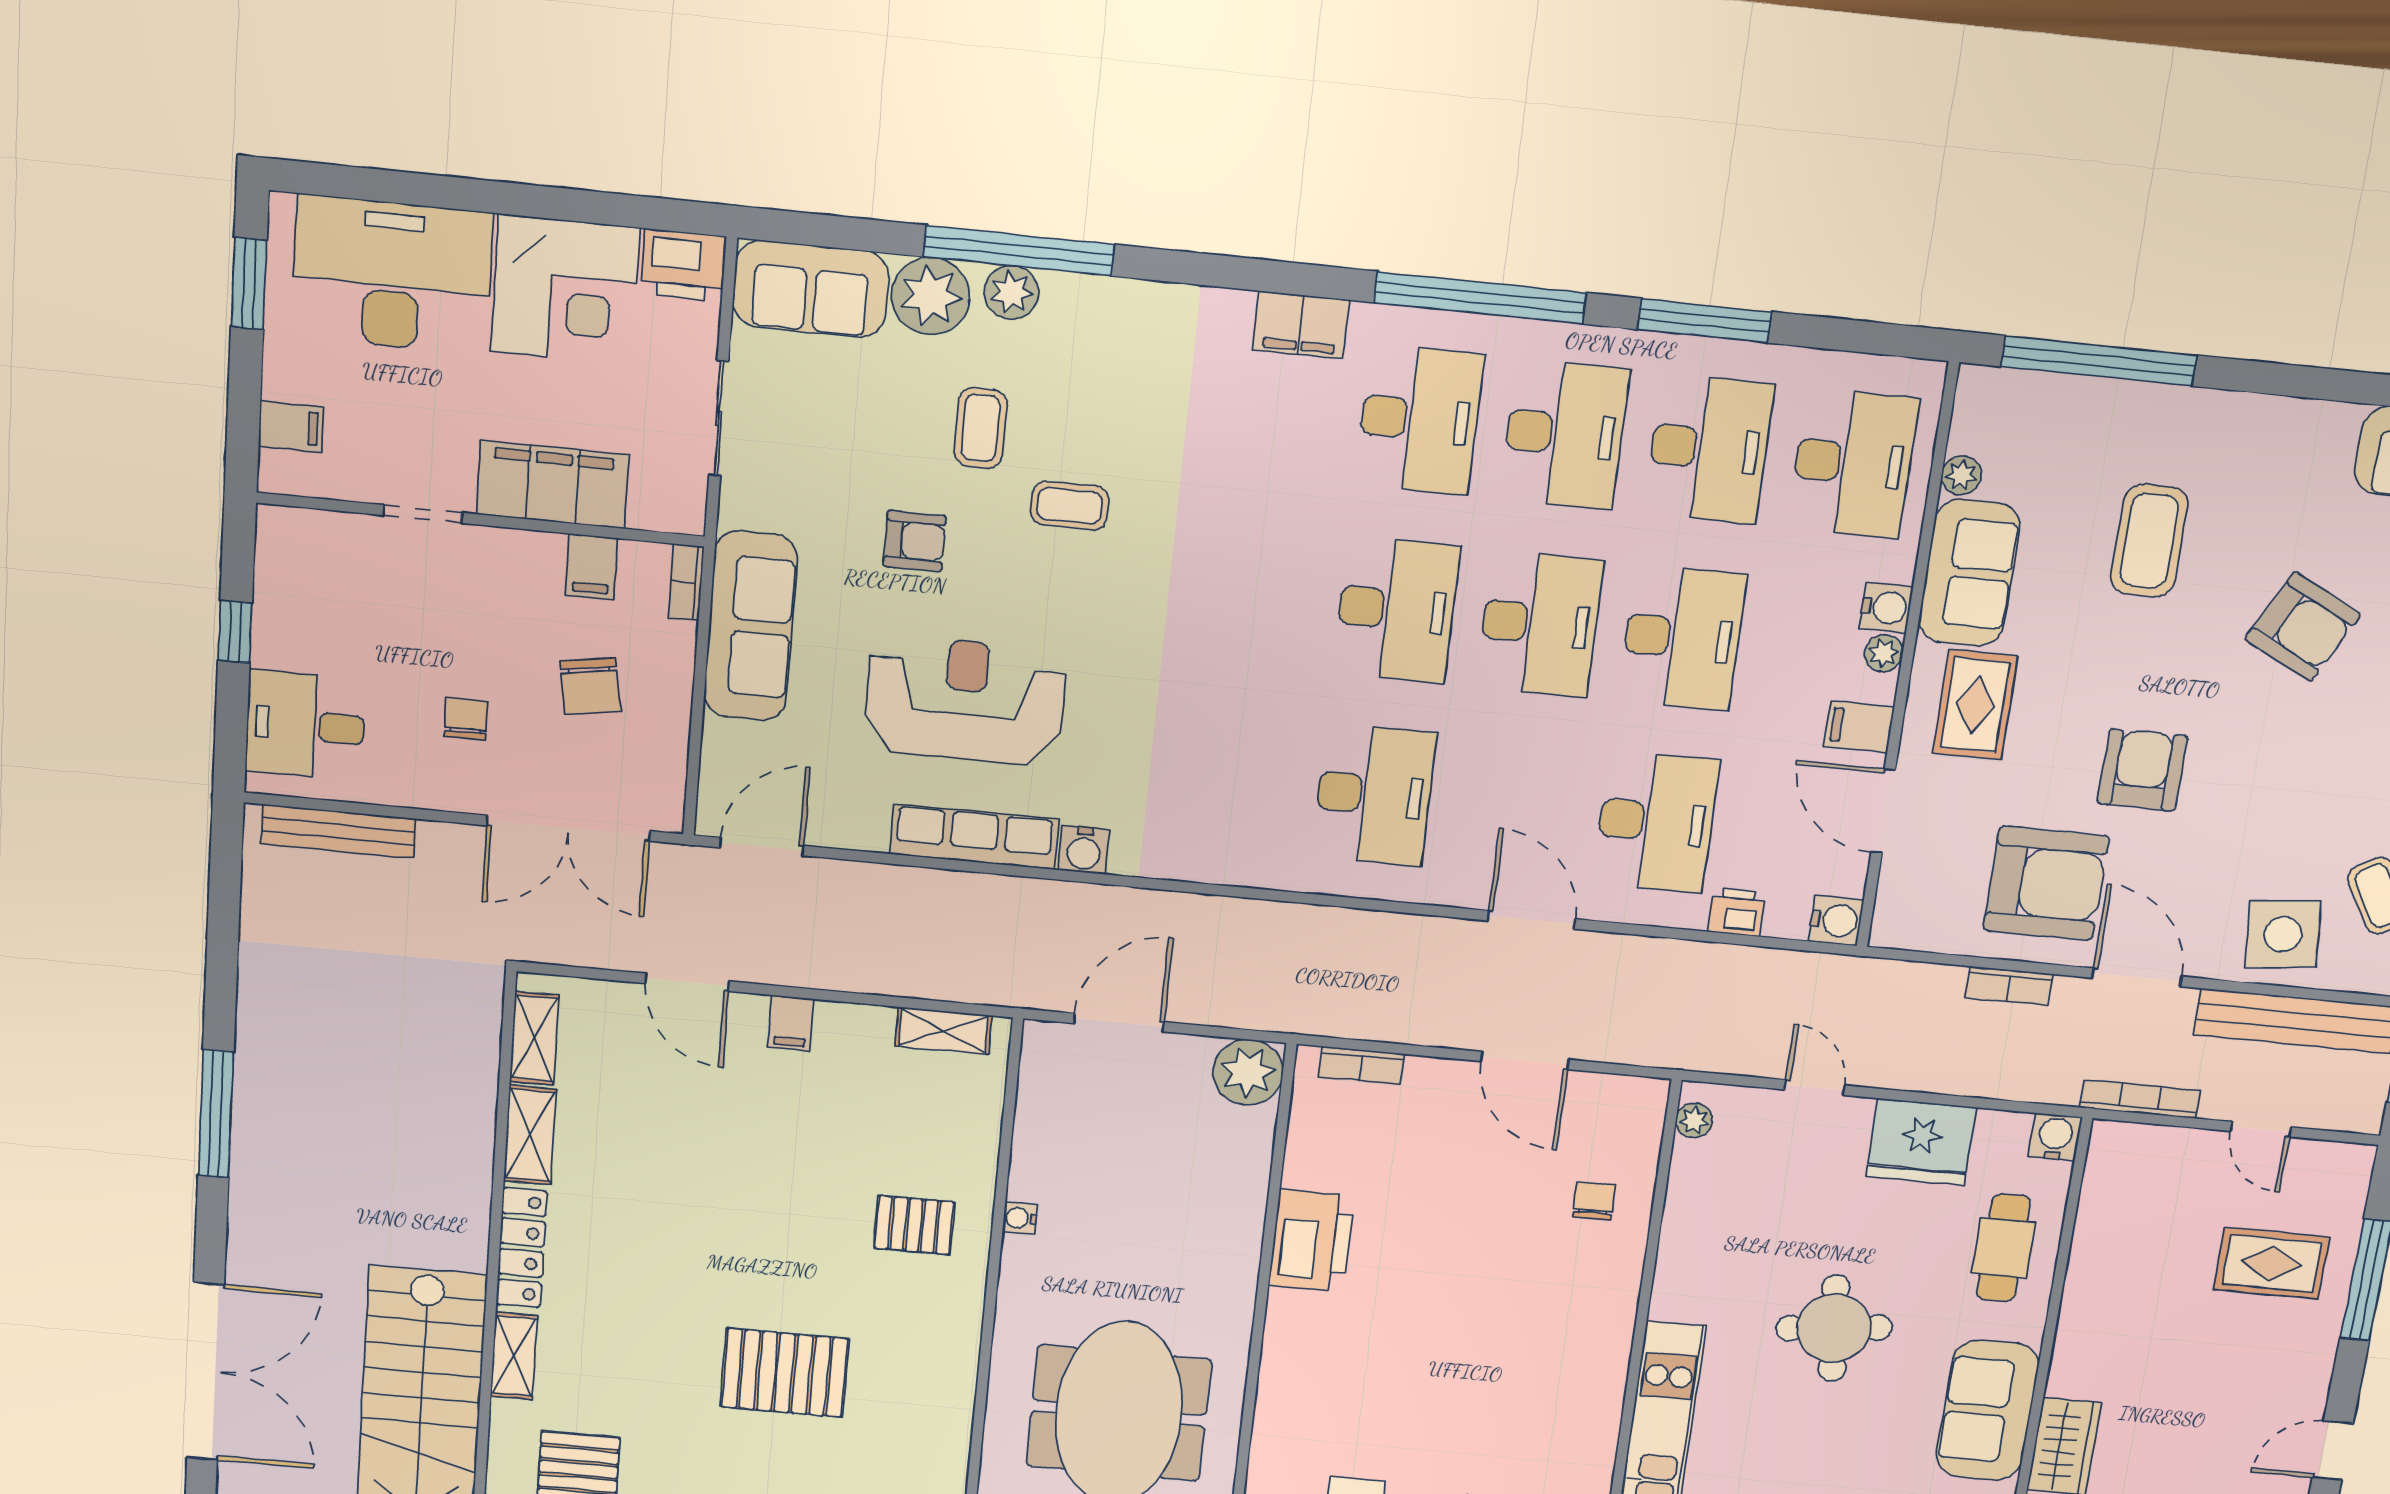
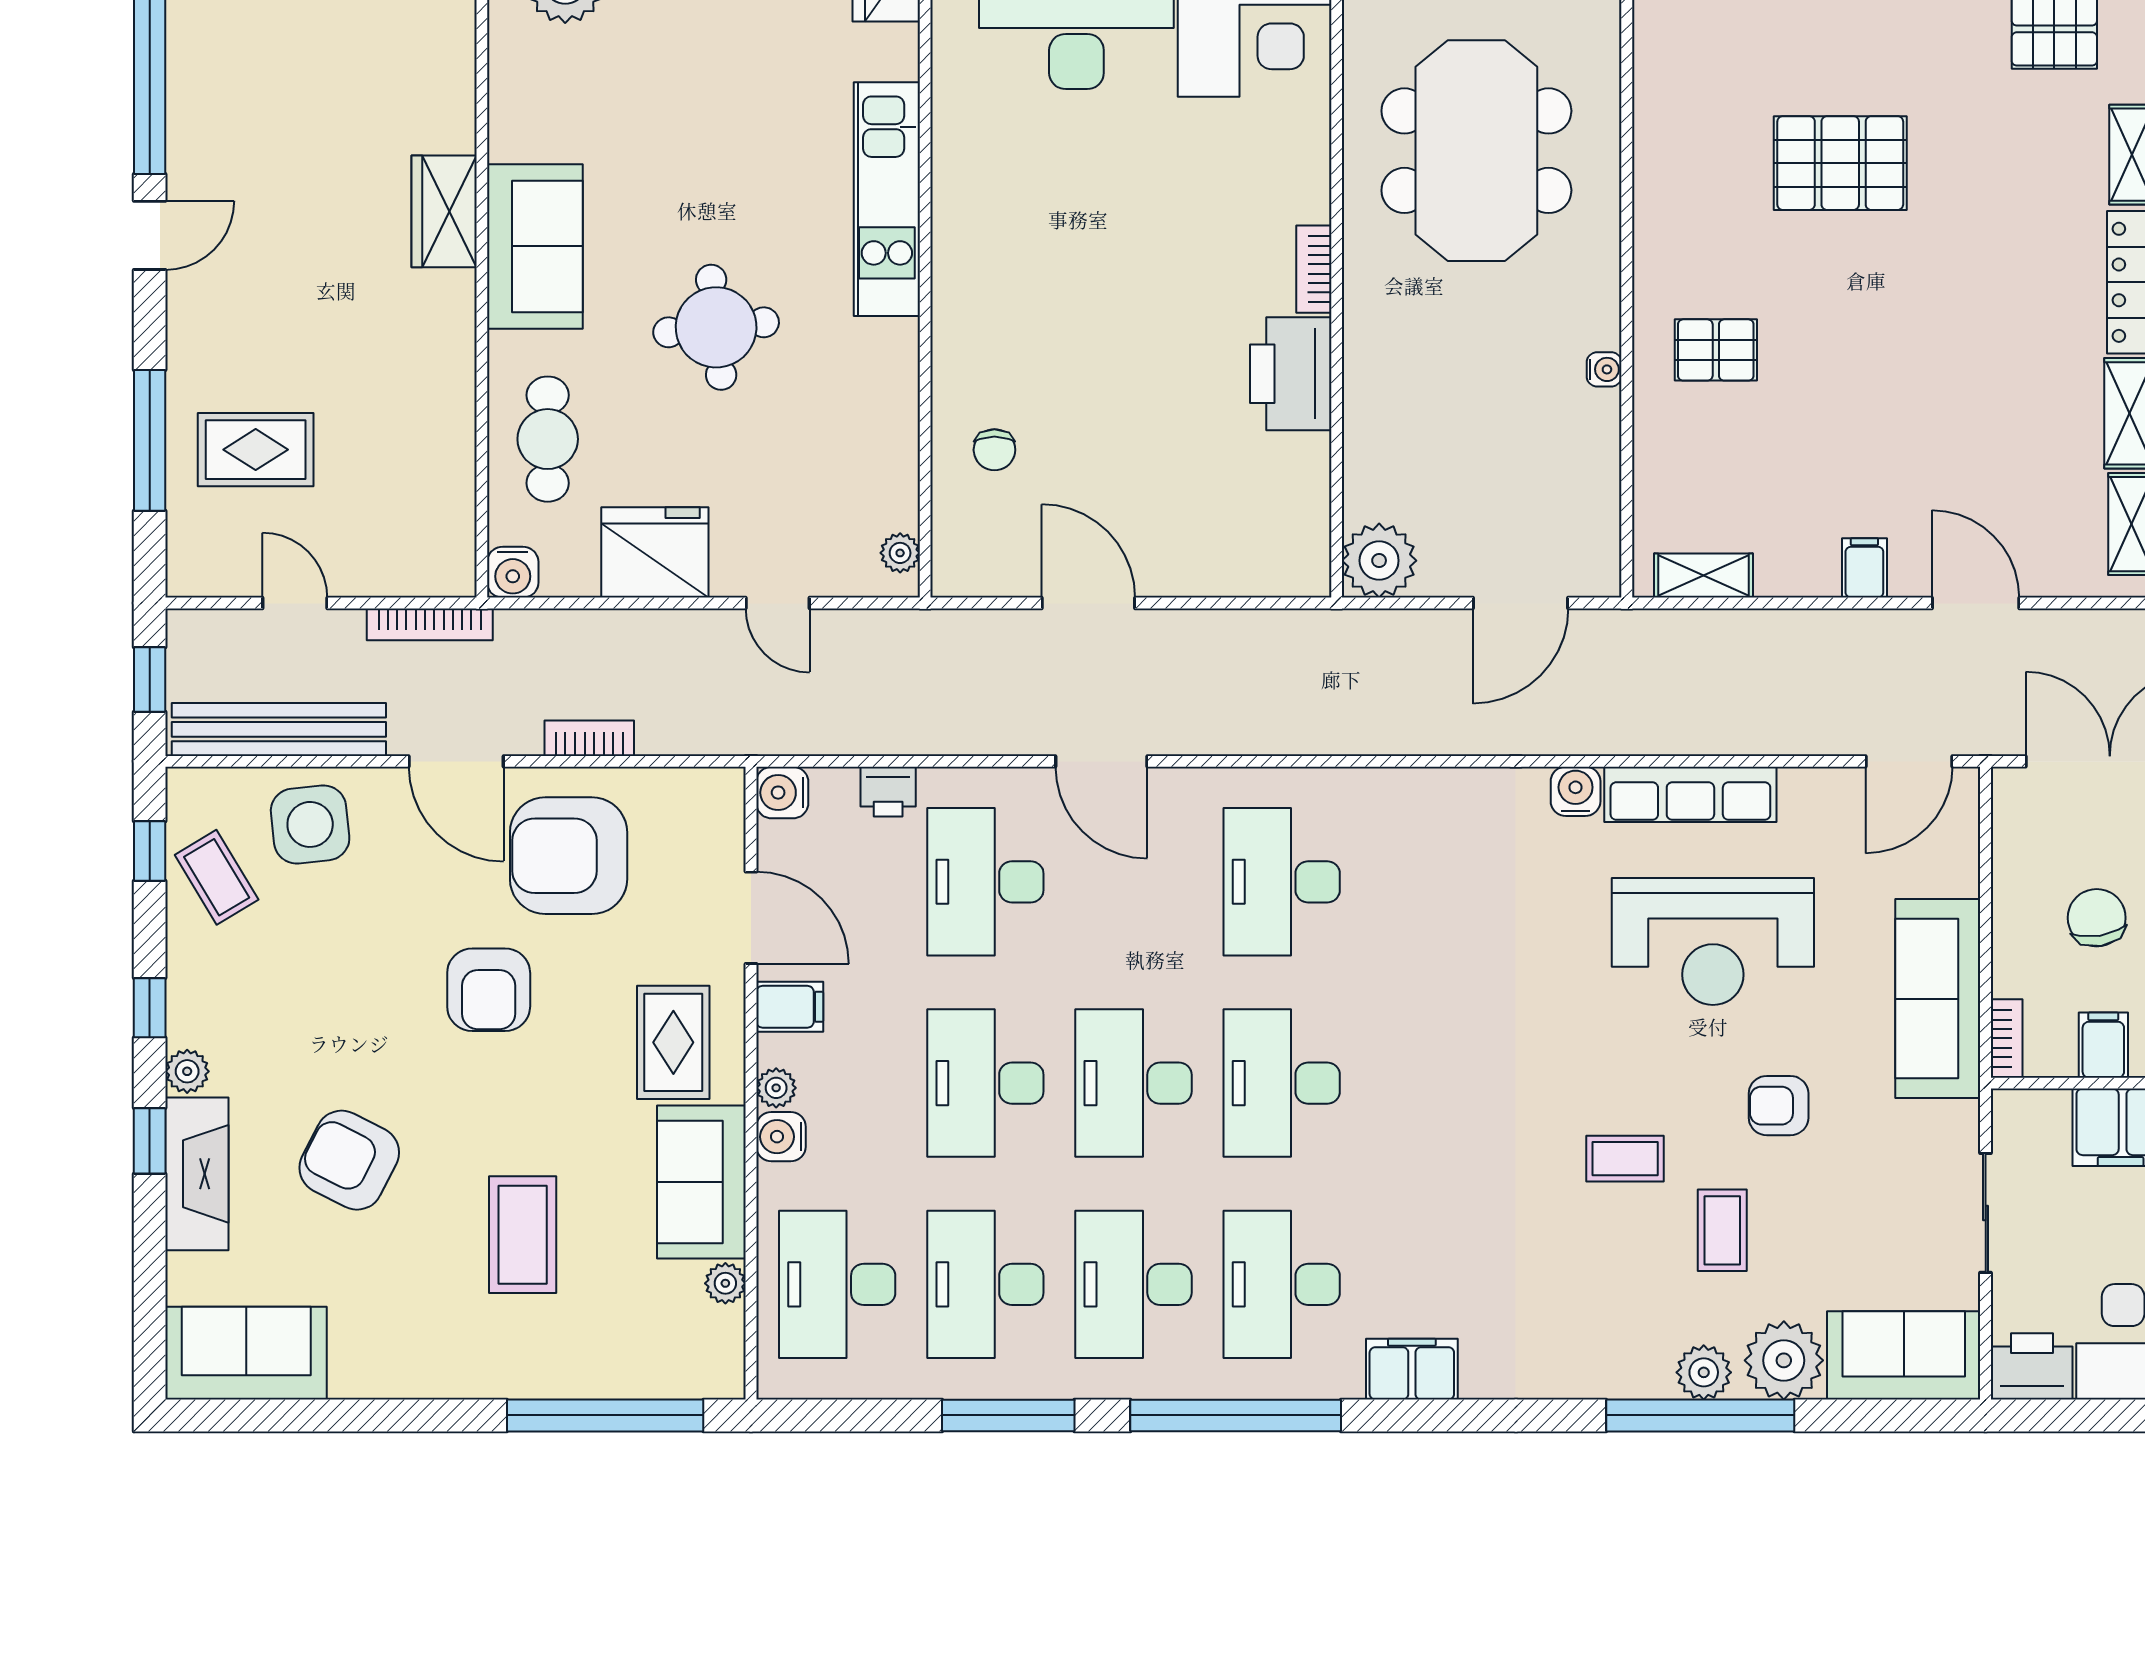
bookcase: (1361, 1065) -> (1314, 269), moved, turned -90

